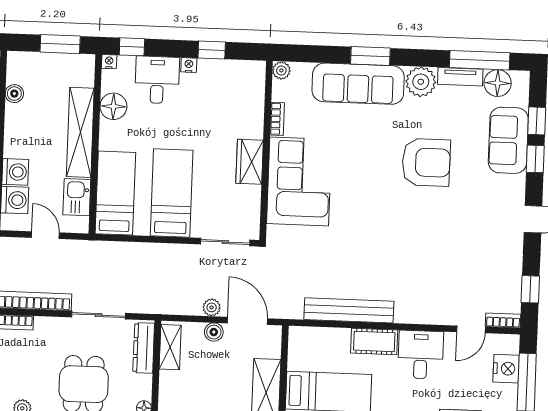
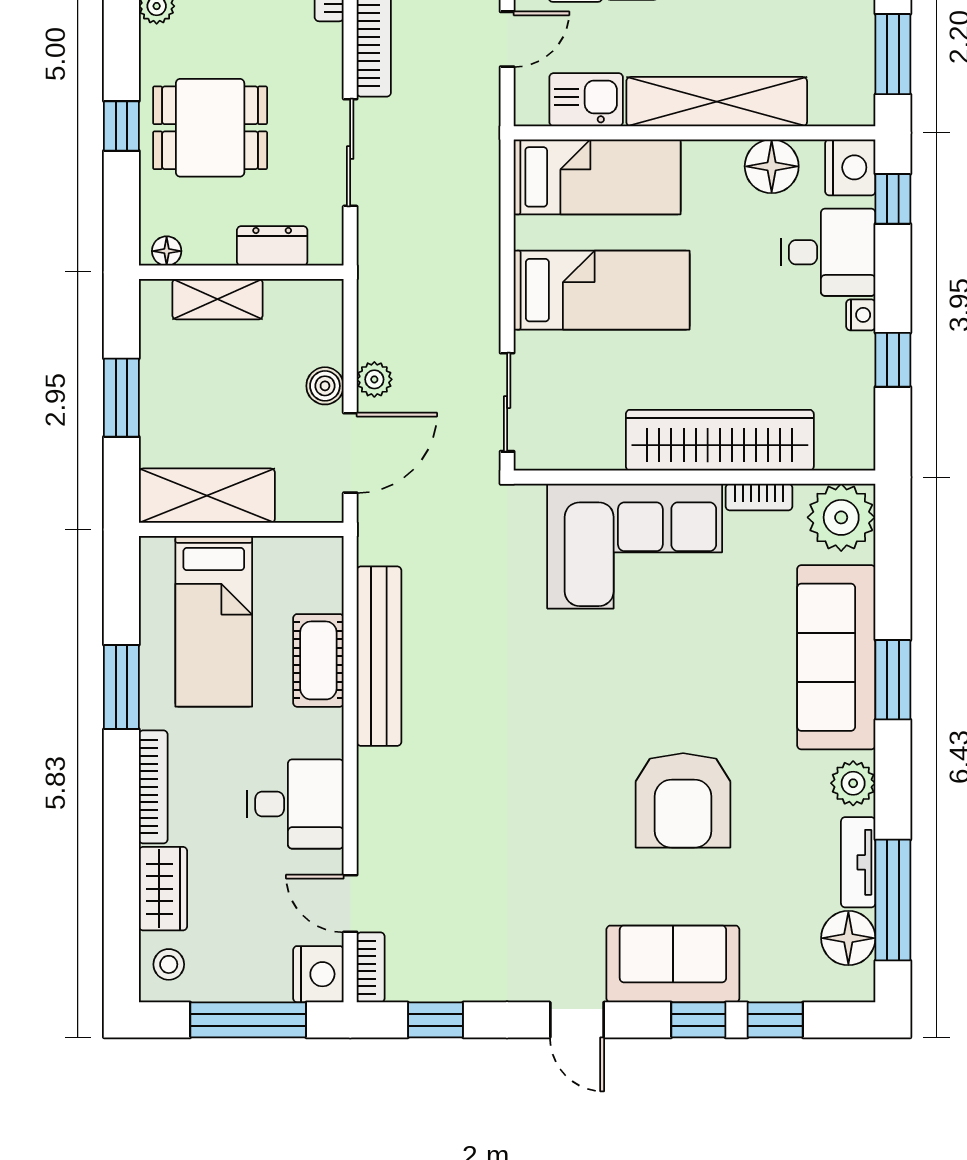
nightstand: (109, 62) -> (850, 167), width x1.89, depth x1.79
plant: (281, 70) -> (841, 517), width x1.87, depth x1.87
plant: (421, 82) -> (853, 783), width x0.73, depth x0.73
sofa: (508, 140) -> (673, 964), moved
wardrobe: (250, 162) -> (720, 440), width x2.10, depth x1.17
cot: (374, 341) -> (318, 660), moved
shelving: (170, 347) -> (218, 299), moved
dresser: (144, 348) -> (272, 246), width x0.70
nightstand: (506, 369) -> (318, 974), moved, turned -90

